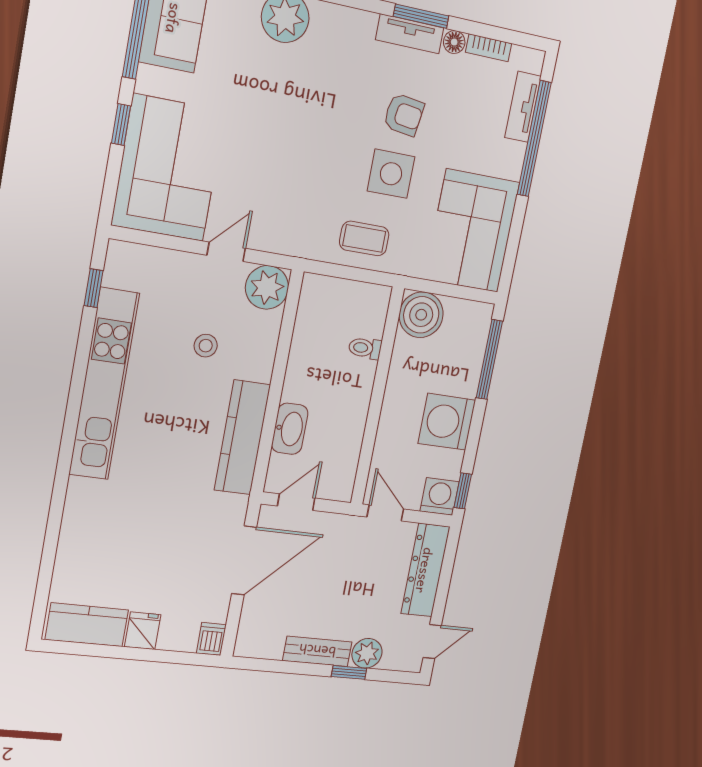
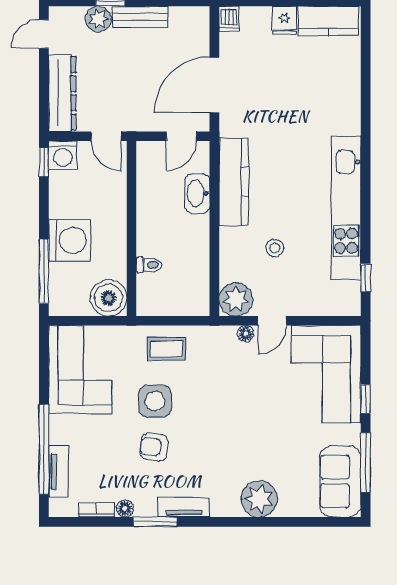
tv unit: (410, 34) -> (184, 507), moved
floor lamp: (263, 241) -> (246, 334), added
washing machine: (447, 422) -> (69, 240), moved

